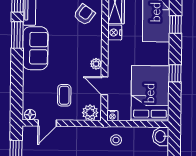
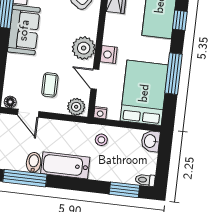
nightstand: (115, 33) -> (109, 55), moved
plant: (96, 64) -> (84, 48), width x1.88, depth x1.88
window: (175, 73) -> (174, 74), width x2.17
door: (47, 123) -> (28, 113), hinge flipped

